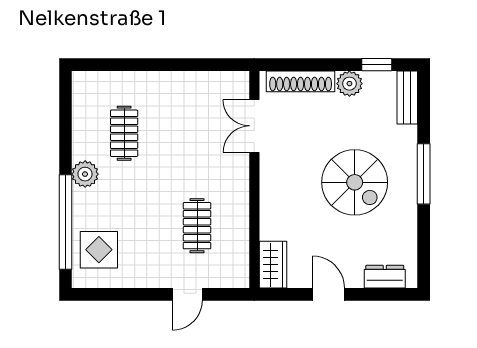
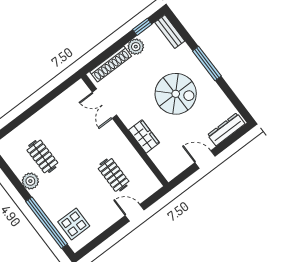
plant: (85, 174) -> (30, 181), moved
wardrobe: (273, 265) -> (144, 136), moved
dresser: (385, 277) -> (226, 129), width x1.44
door: (187, 294) -> (135, 213), swing flipped

